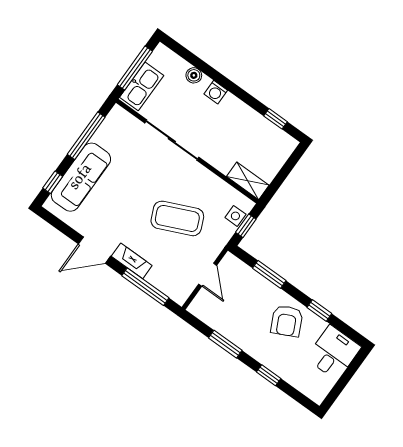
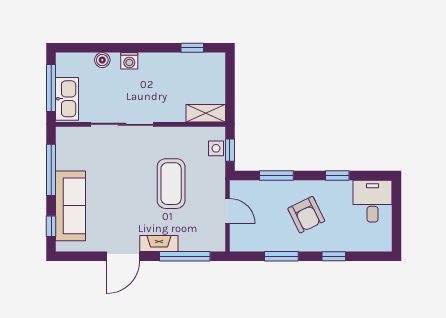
coffee table: (177, 218) -> (171, 184), turned -66
armchair: (287, 321) -> (306, 215), moved

